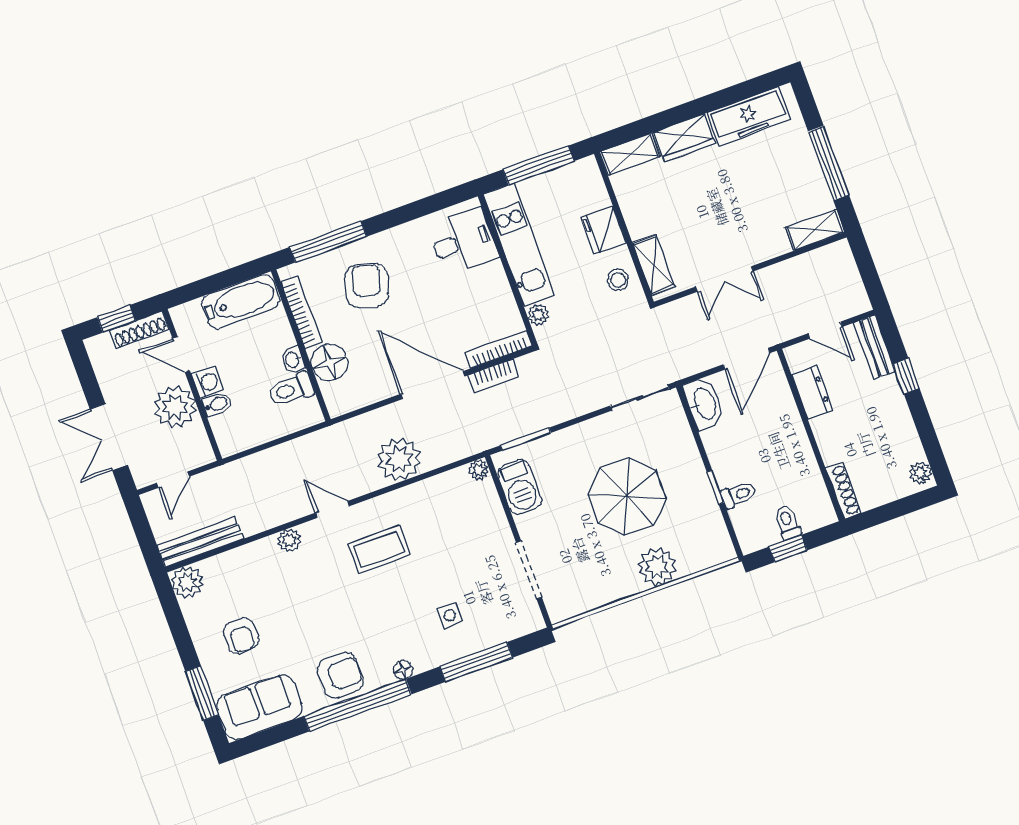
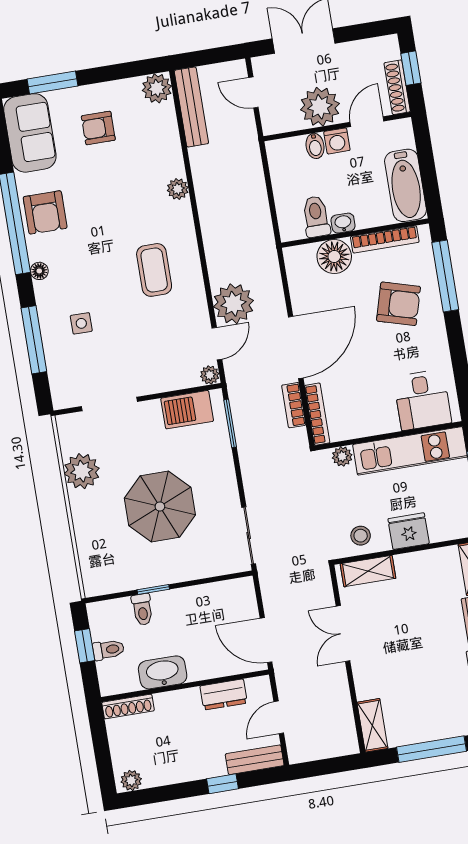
washbasin: (704, 404) -> (163, 672), moved, turned 180
door: (333, 509) -> (217, 344), moved
plant: (657, 567) -> (82, 471), moved

